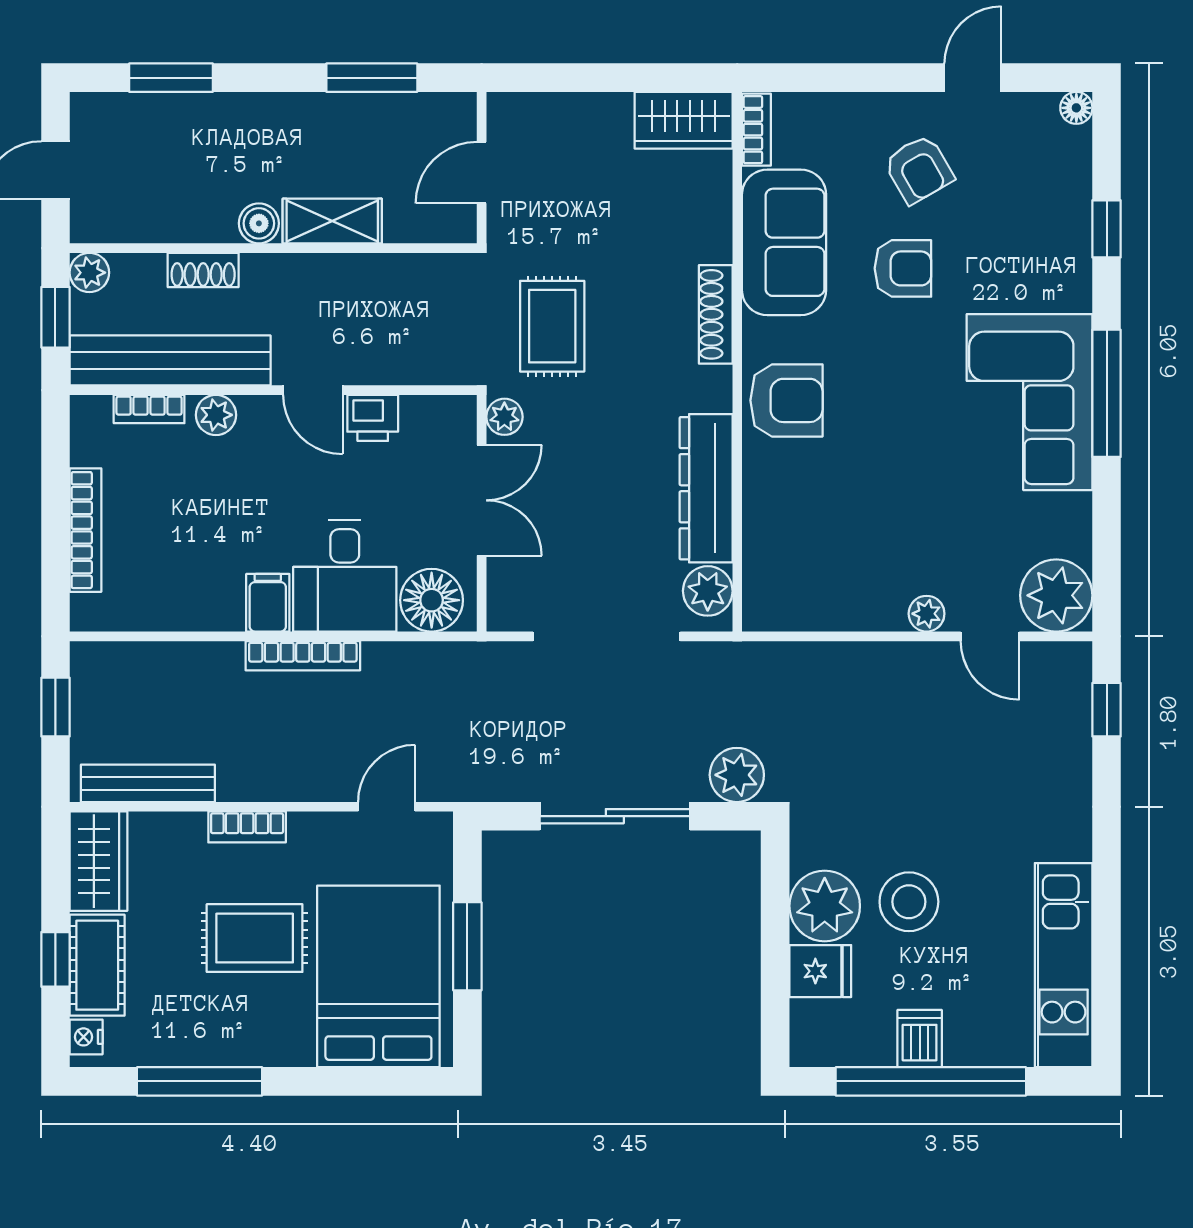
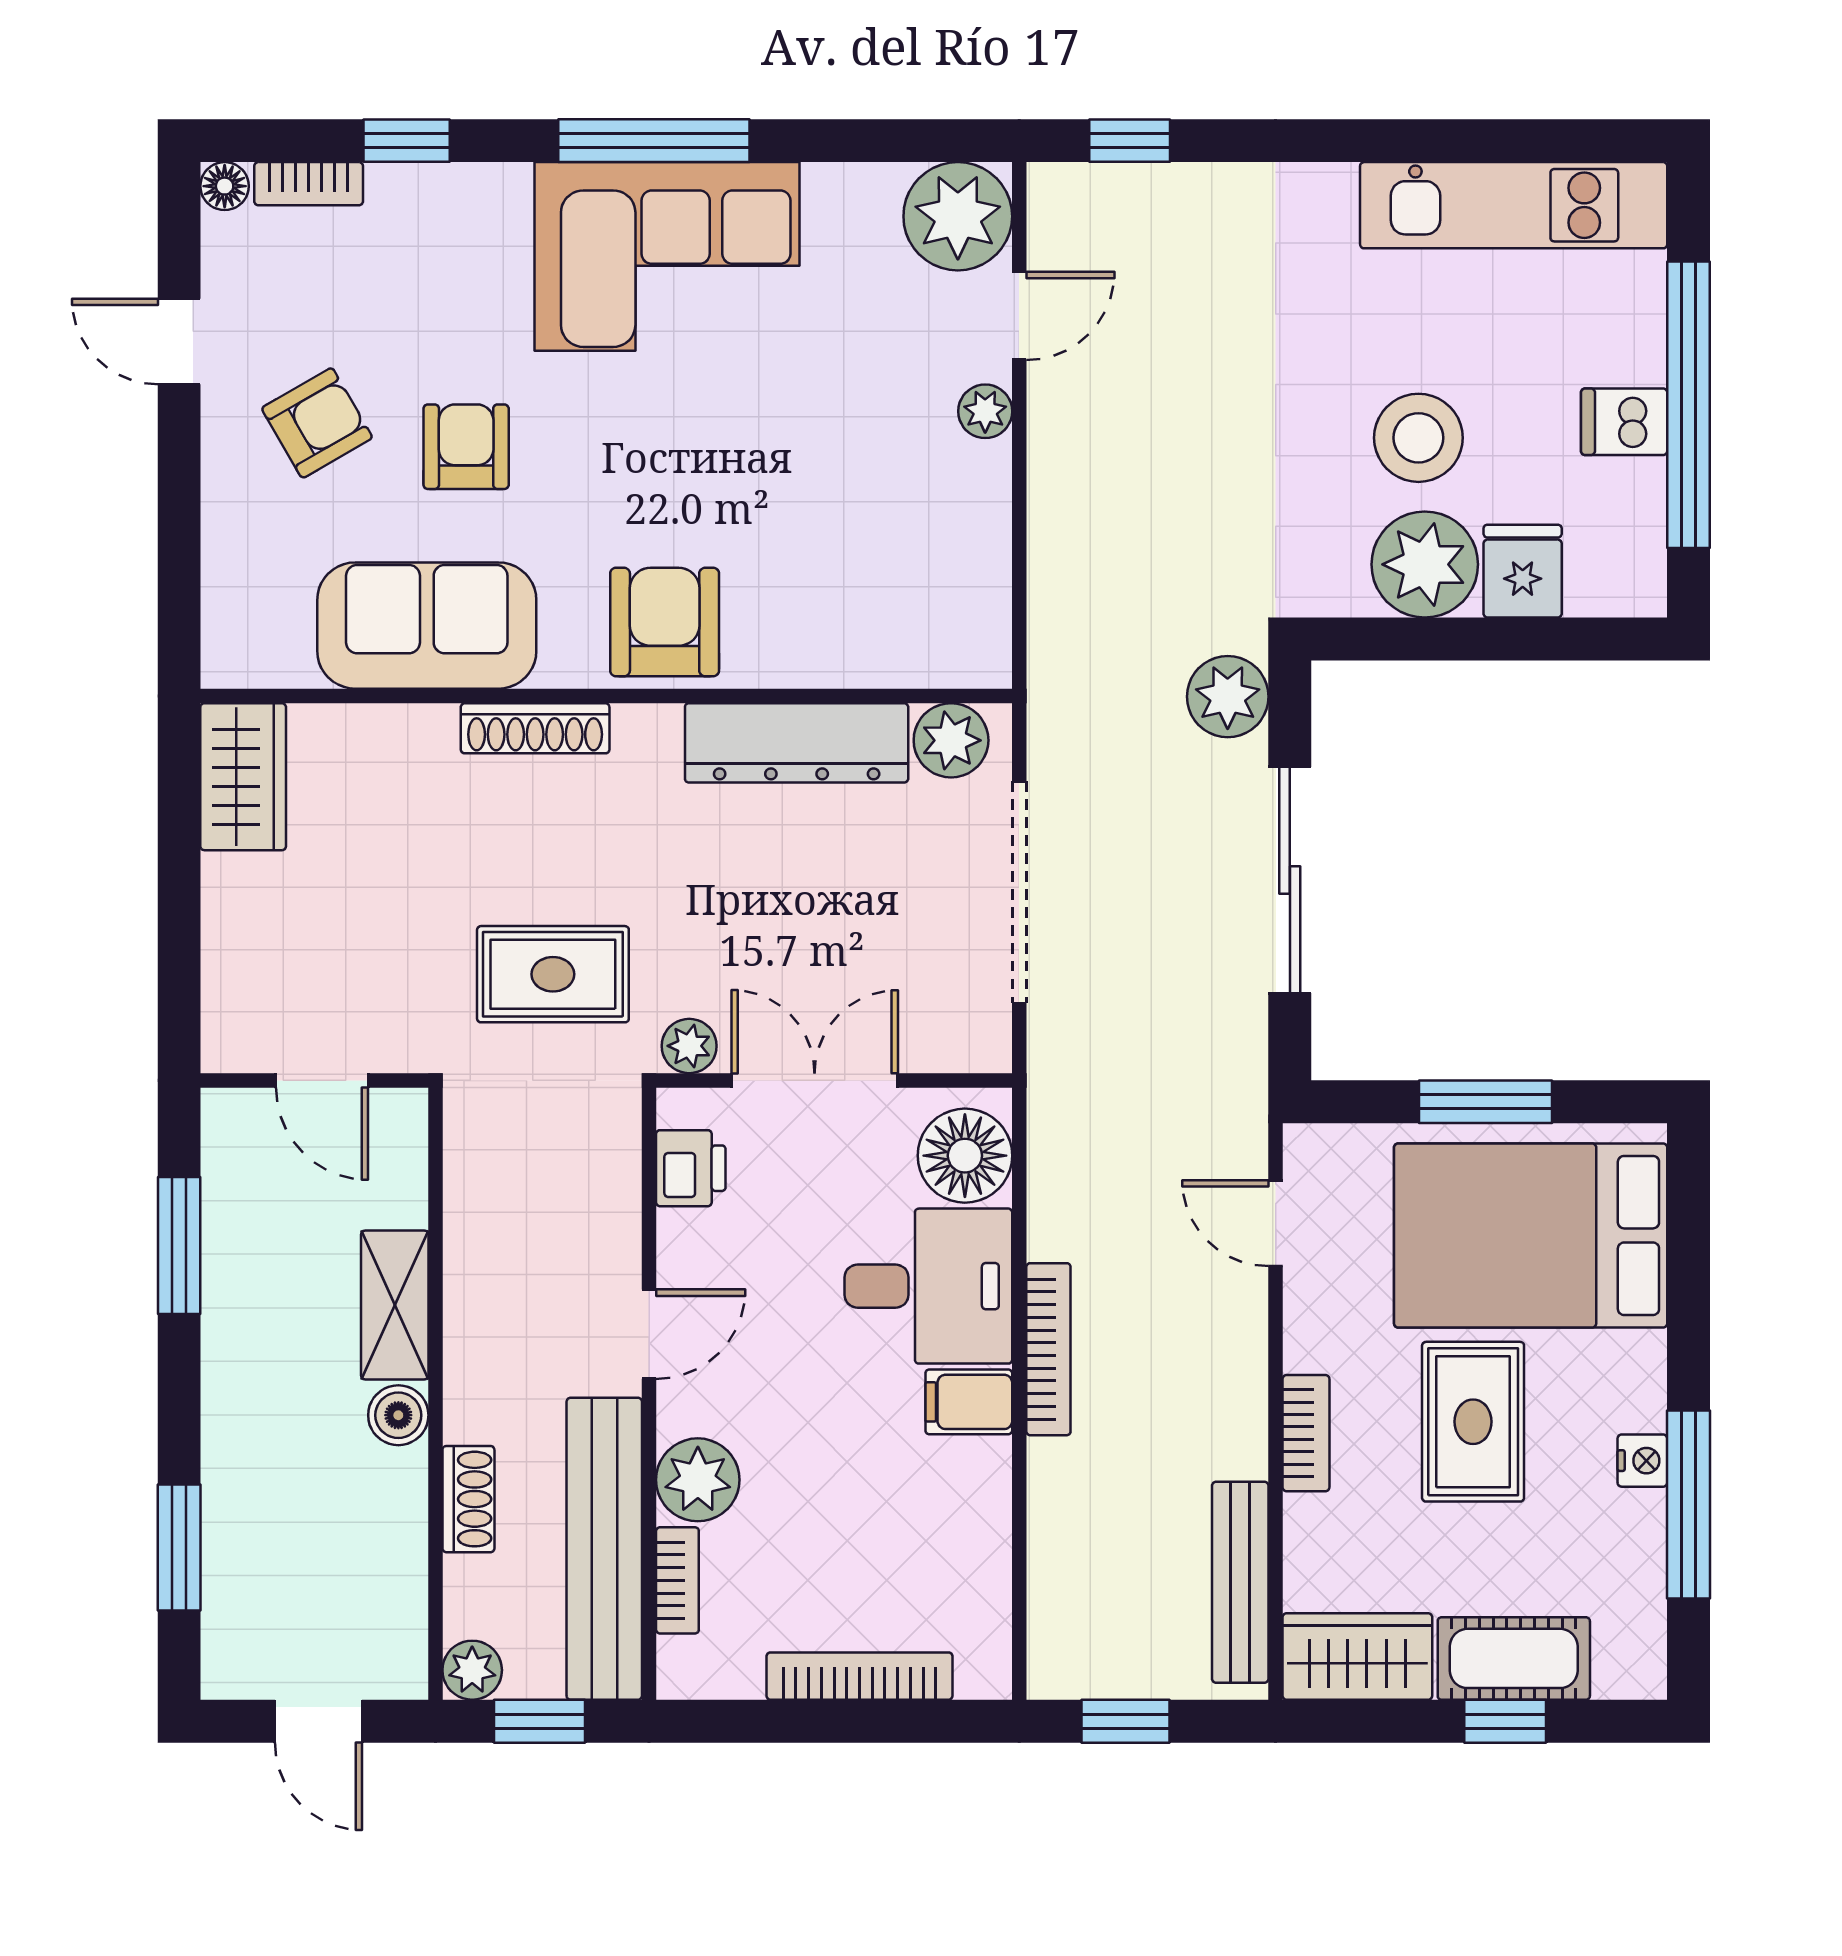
bookcase: (756, 130) -> (309, 184), moved, turned 180
plant: (216, 415) -> (698, 1480), width x1.38, depth x1.38
printer: (373, 418) -> (691, 1168), moved
nightstand: (86, 1037) -> (1642, 1461), moved, turned -90

